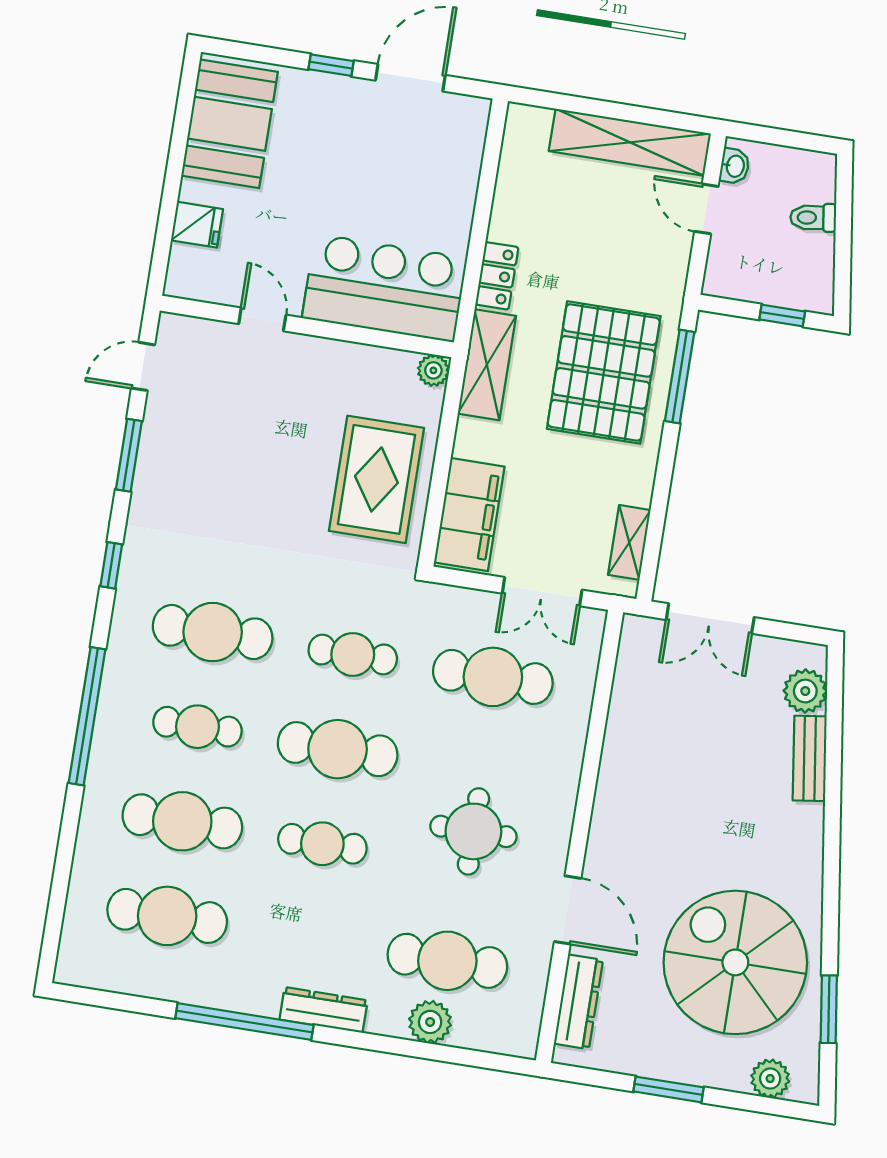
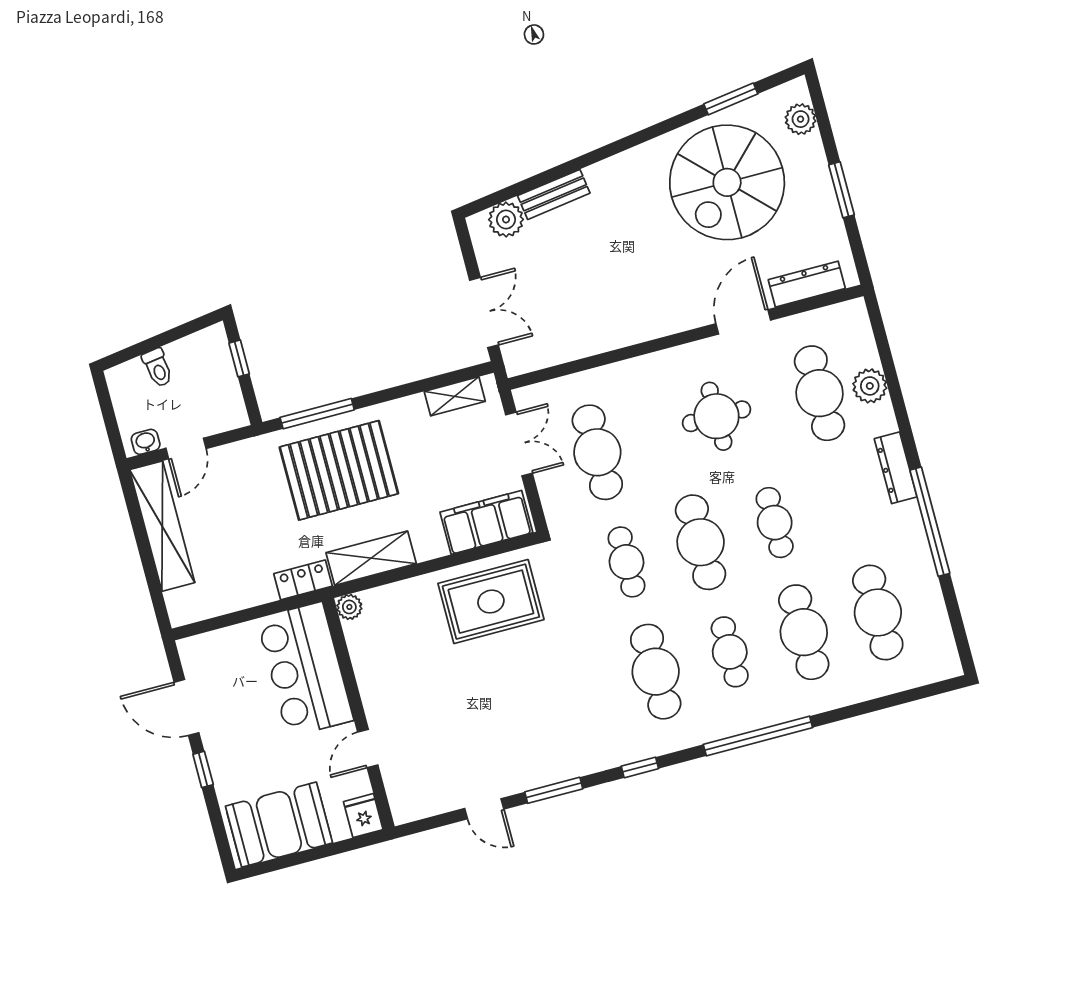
bar counter: (384, 288) -> (305, 670), moved
door: (262, 319) -> (368, 749), moved
wall: (307, 327) -> (359, 714), moved
plant: (433, 370) -> (349, 607), moved

